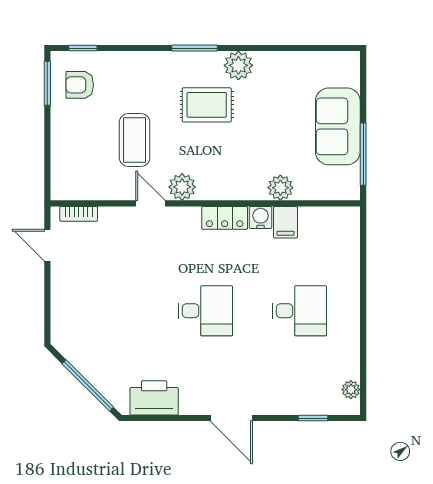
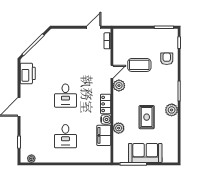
armchair: (80, 85) -> (167, 59), moved
rug: (207, 105) -> (147, 117), moved
filing cabinet: (285, 222) -> (104, 135), width x2.00

